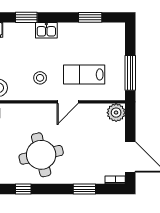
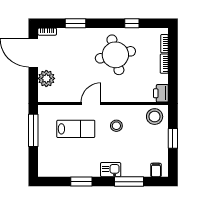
window: (26, 17) -> (129, 182), width x1.44
window: (90, 17) -> (81, 182), moved
plant: (116, 113) -> (46, 78), moved

